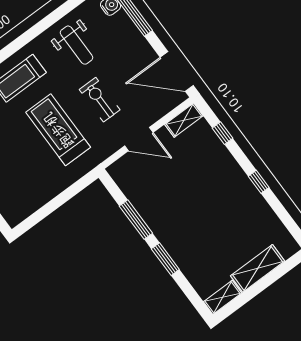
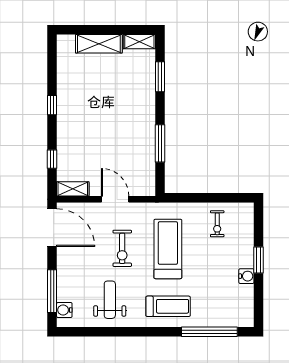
treadmill: (58, 130) -> (168, 249), turned 180
exercise bike: (30, 185) -> (217, 224), added
window: (165, 259) -> (160, 77), moved

